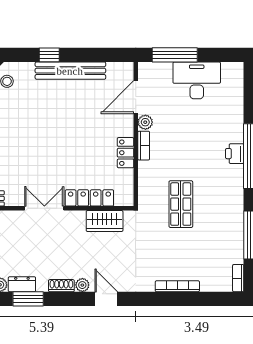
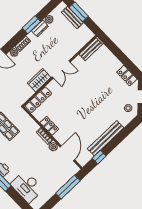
window: (49, 55) -> (99, 157), moved
desk: (197, 80) -> (27, 187), moved, turned 90
locker: (89, 198) -> (38, 100), moved
wardrobe: (105, 221) -> (39, 80), moved

